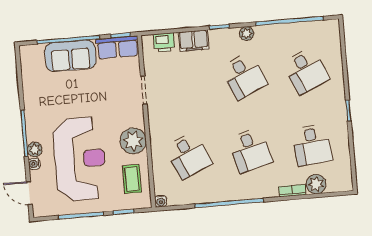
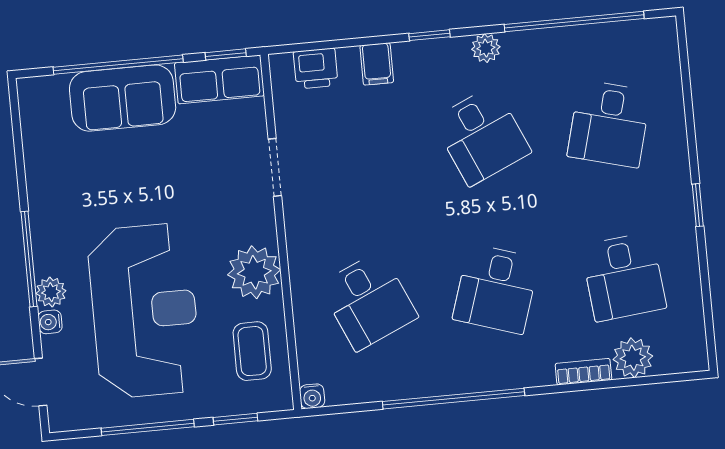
filing cabinet: (194, 41) -> (377, 64), width x0.50
desk: (306, 71) -> (609, 124), turned 39
desk: (250, 150) -> (496, 289), turned 33

